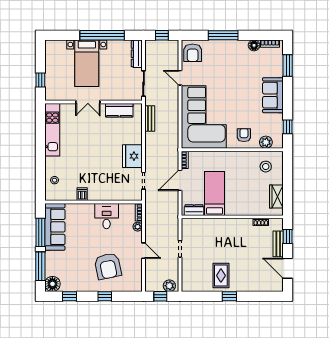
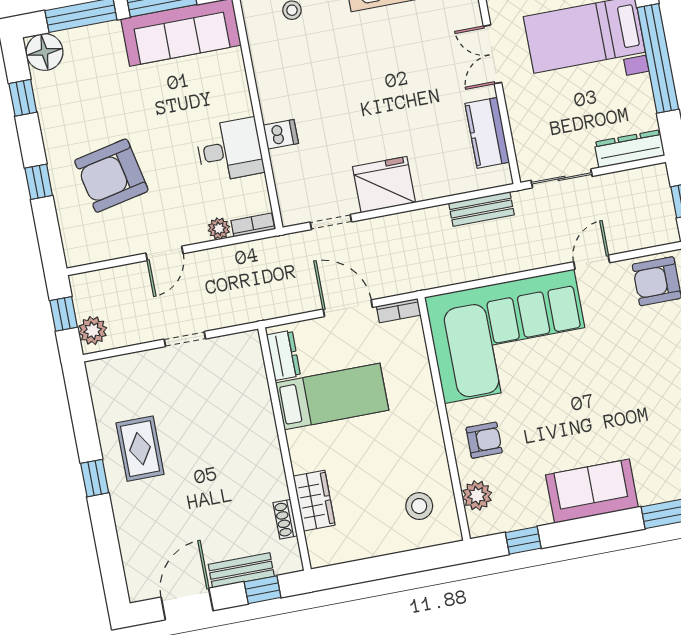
dishwasher: (82, 194) -> (281, 134), moved
wardrobe: (276, 197) -> (314, 501), moved, turned 90
rug: (221, 276) -> (140, 449), turned 90

